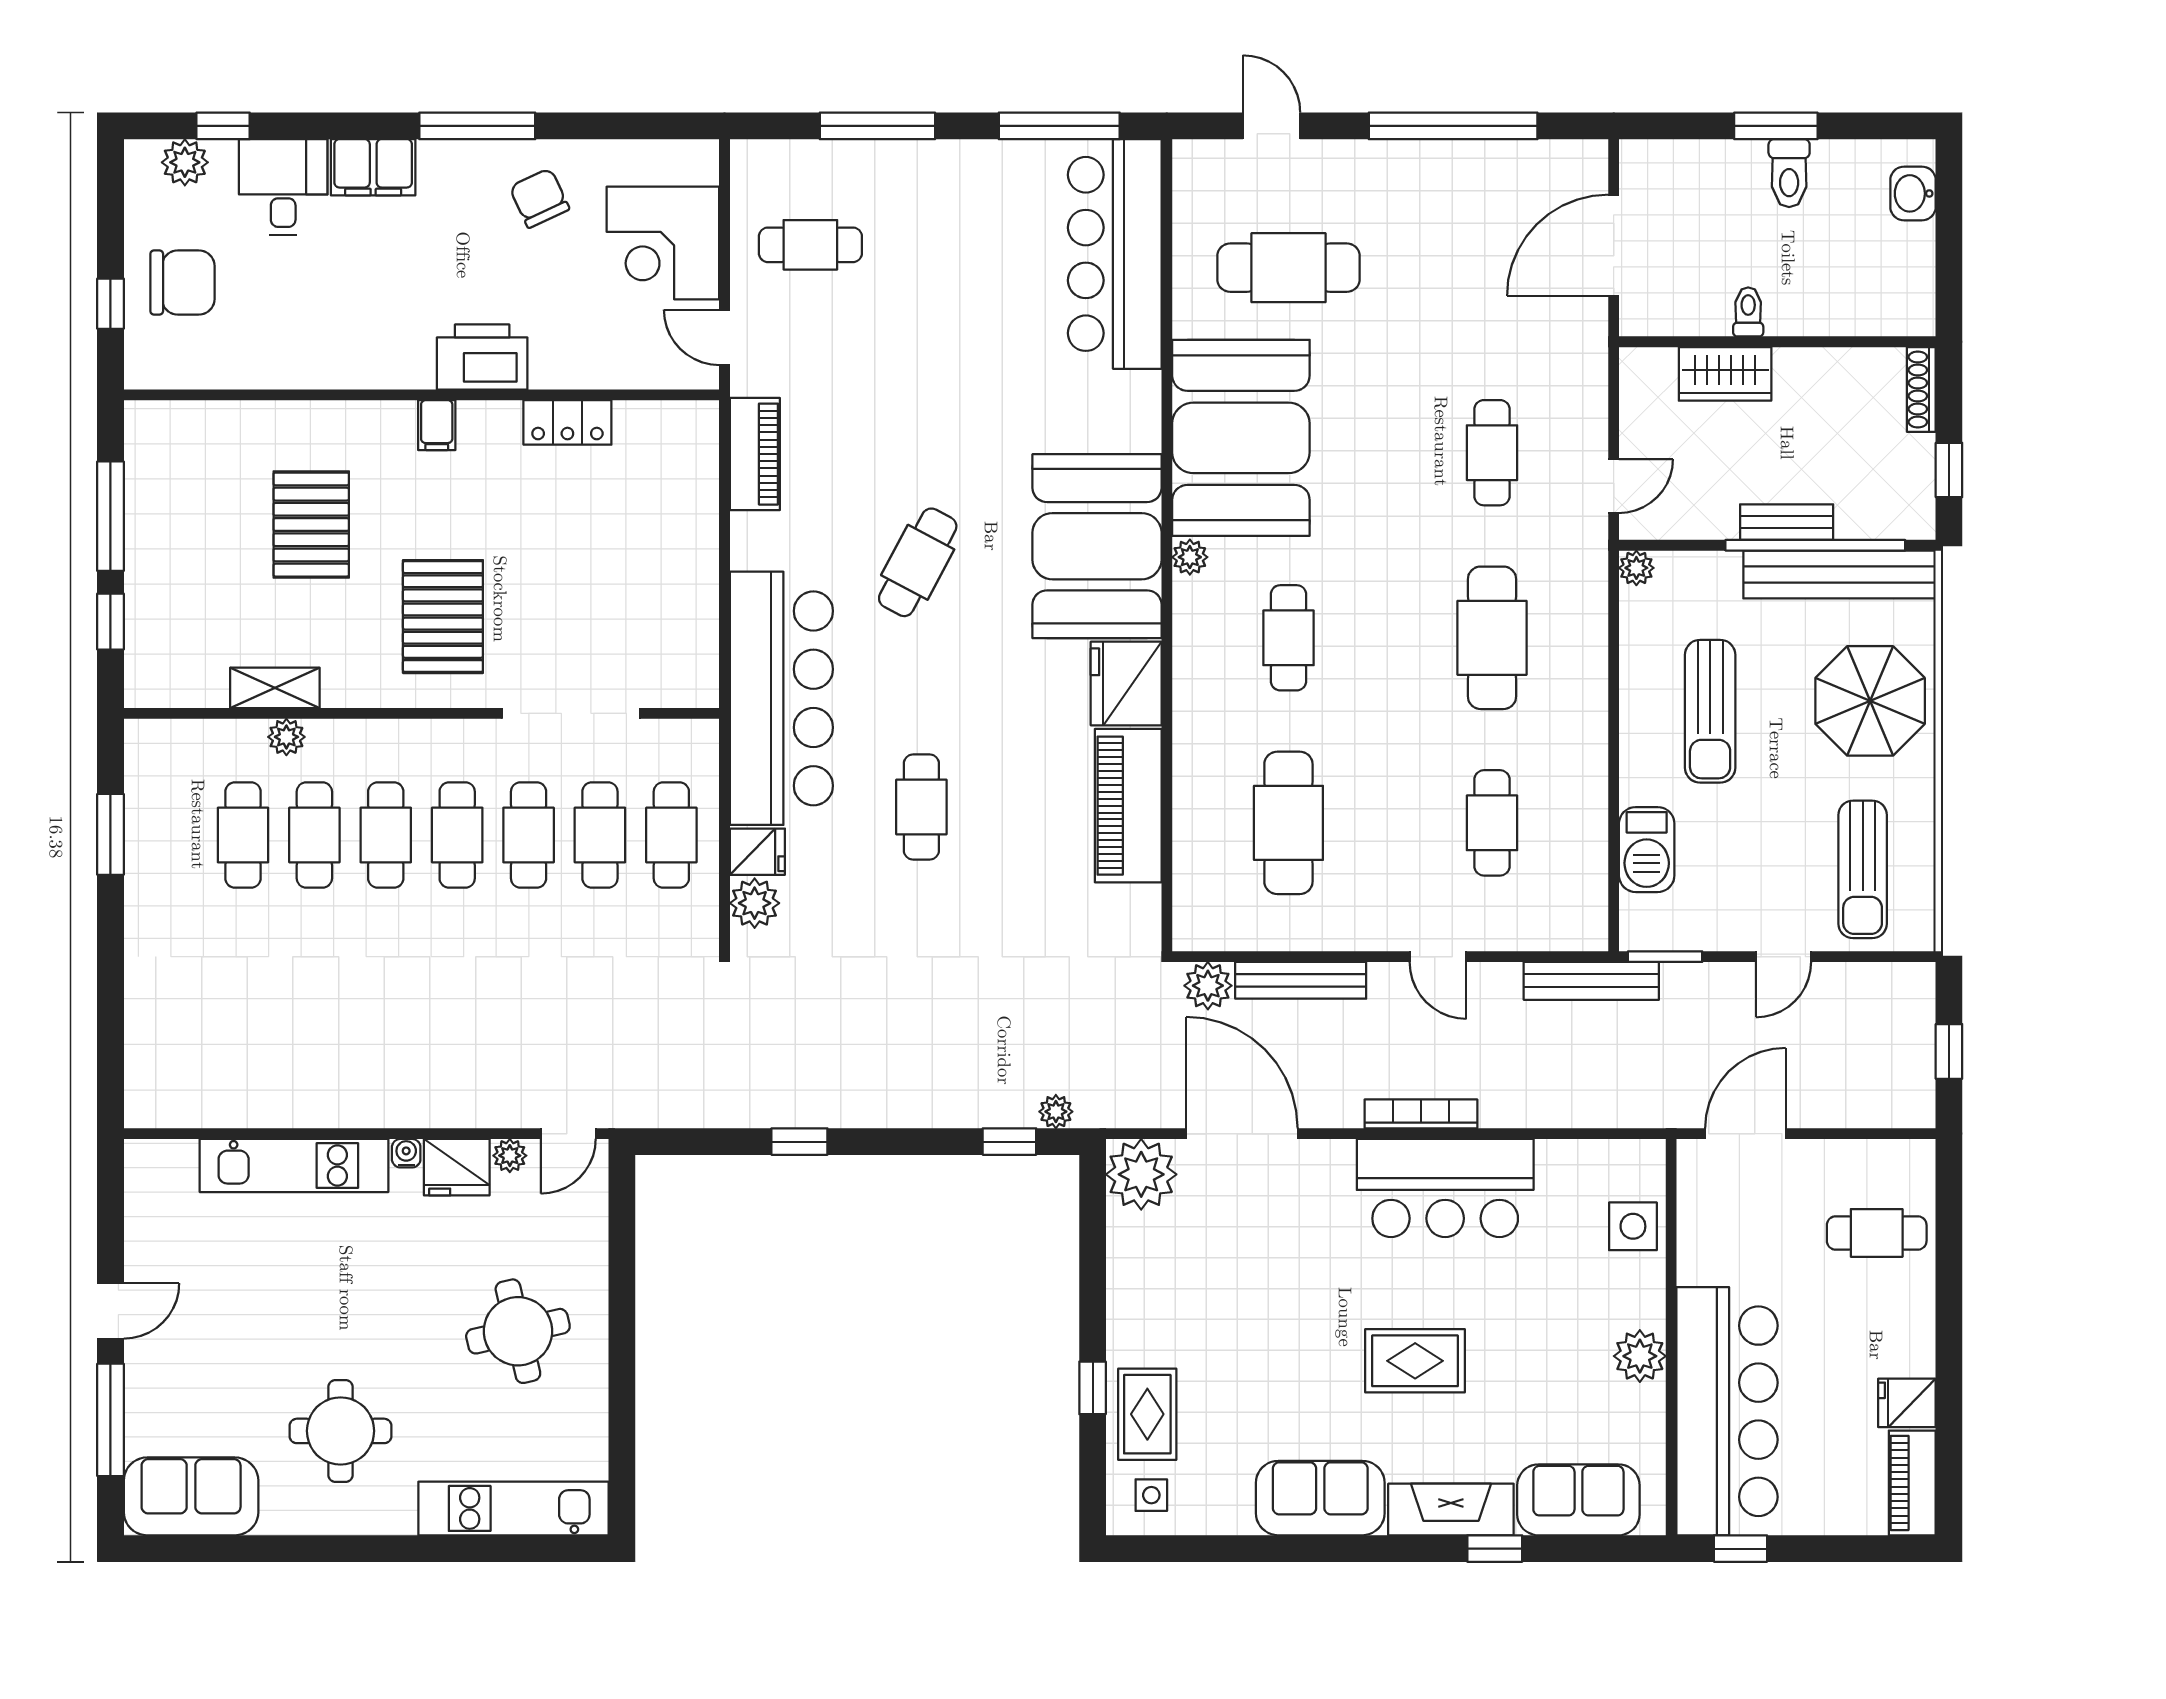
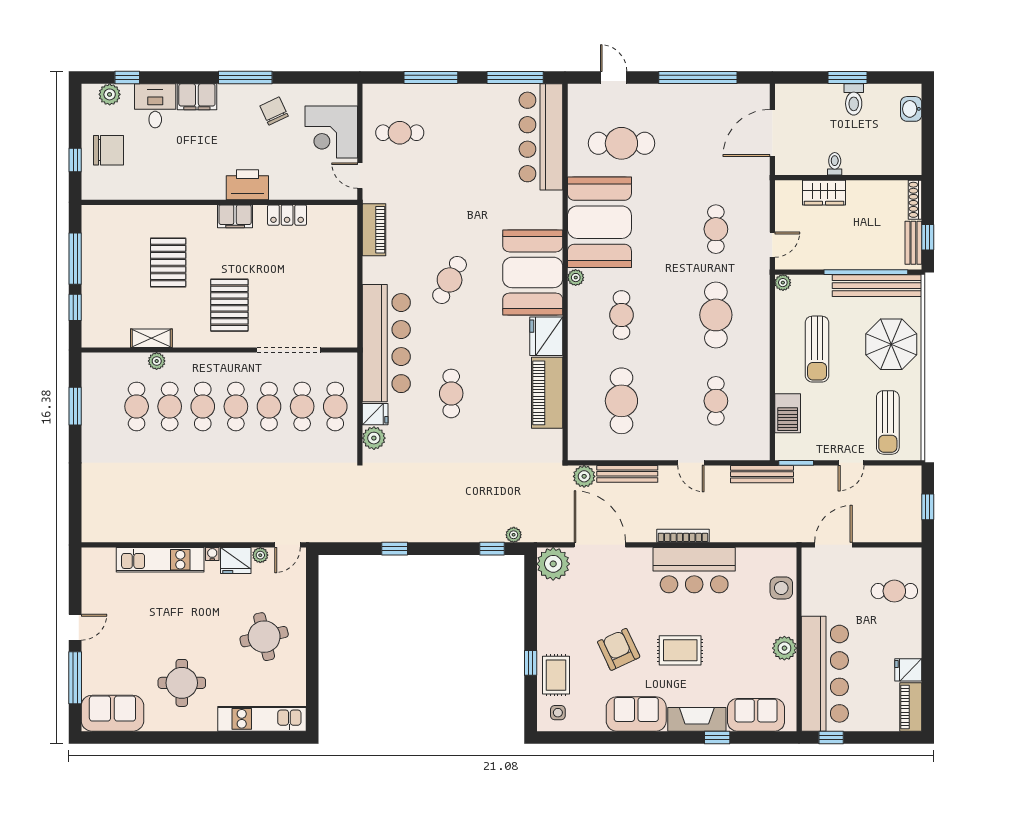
filing cabinet: (437, 425) -> (235, 216), width x2.00
bench: (1787, 522) -> (913, 243), moved, turned 90
armchair: (1282, 1359) -> (619, 649), added

